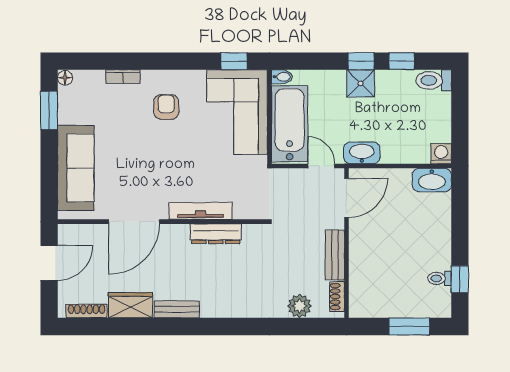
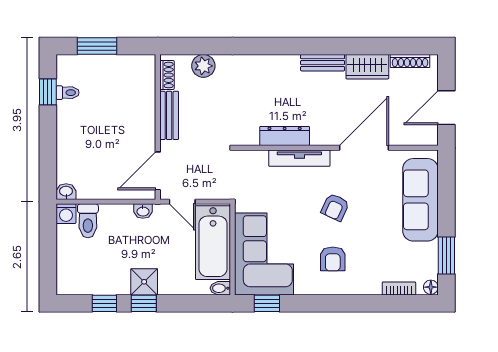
bookcase: (123, 77) -> (399, 288), moved
toilet: (434, 80) -> (88, 221), moved, turned 90
washbasin: (362, 153) -> (143, 211), width x0.52, depth x0.69
armchair: (164, 160) -> (335, 207), added
washbasin: (432, 180) -> (66, 192), width x0.52, depth x0.69

